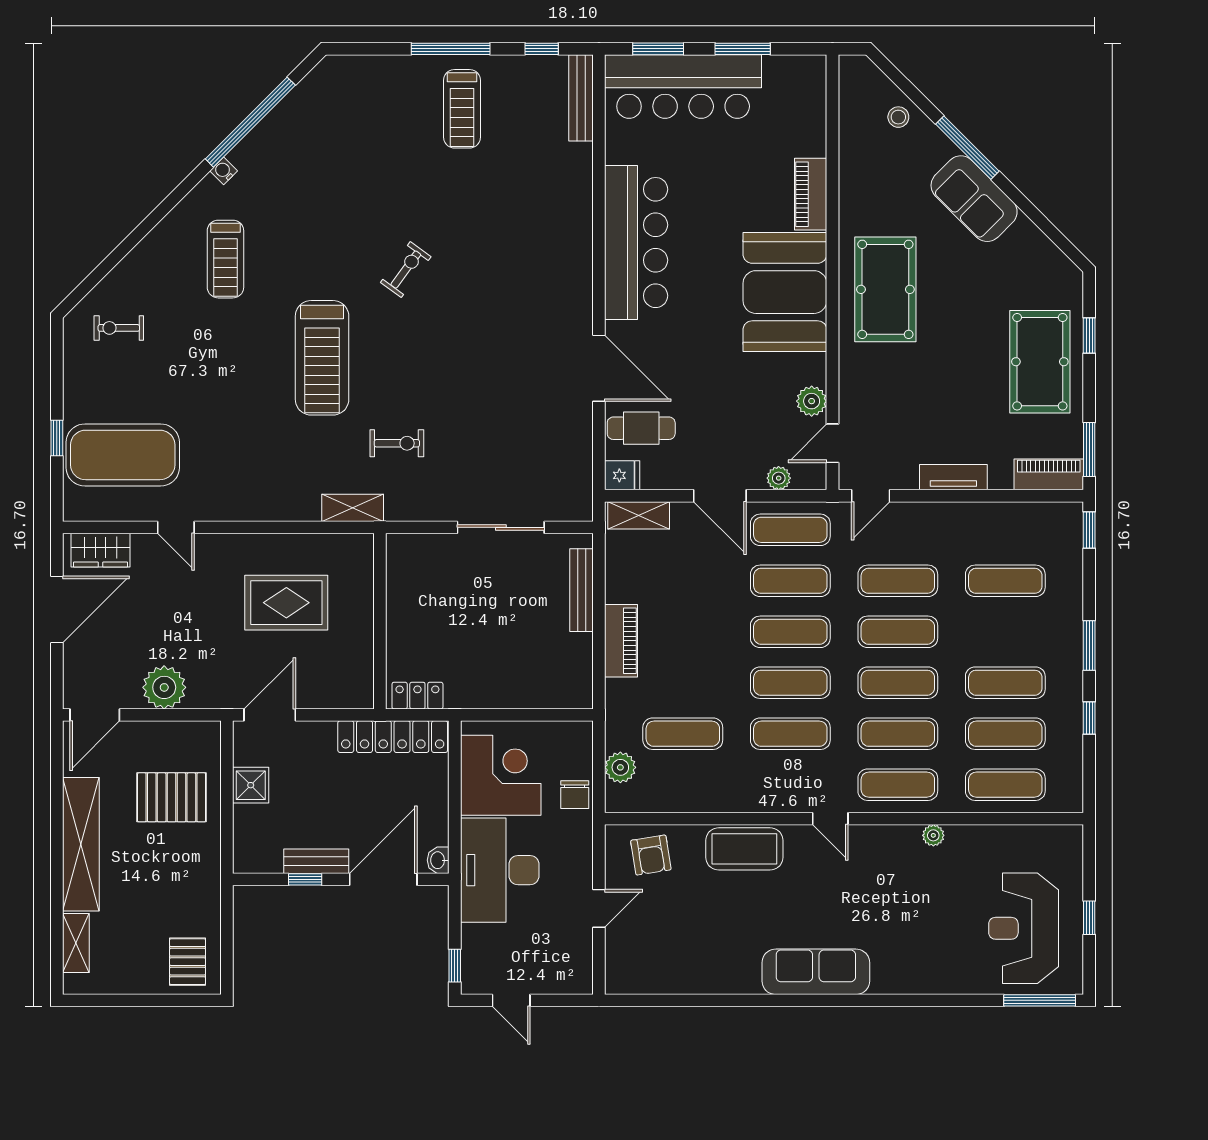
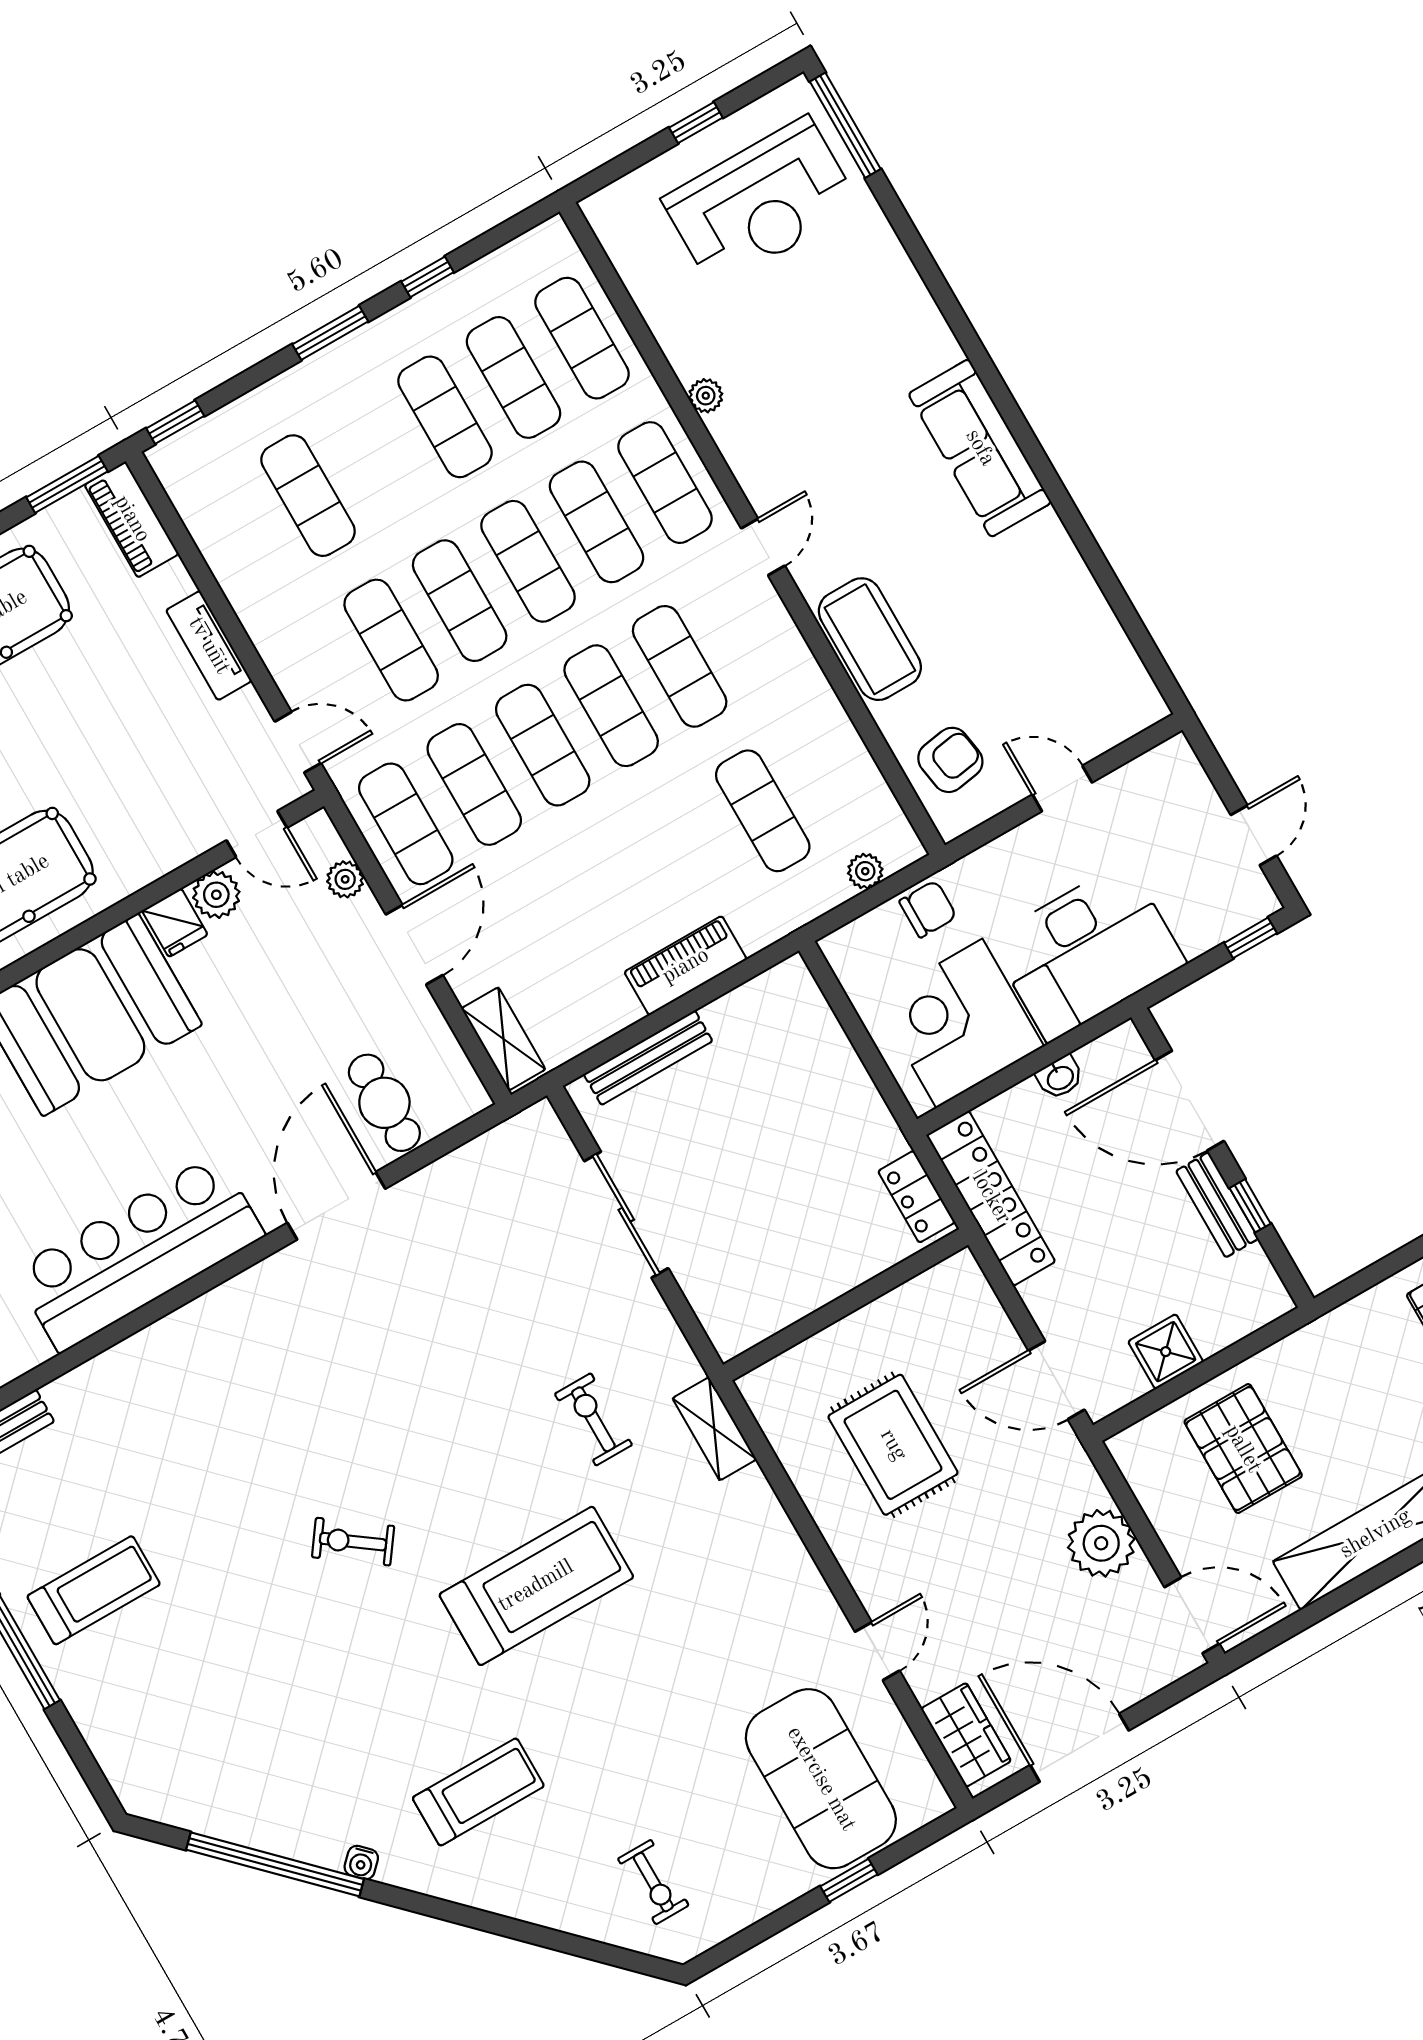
fridge: (622, 475) -> (175, 923), moved, turned 180
plant: (620, 767) -> (865, 871), width x0.73, depth x0.73
washbasin: (438, 860) -> (1060, 1077), moved

